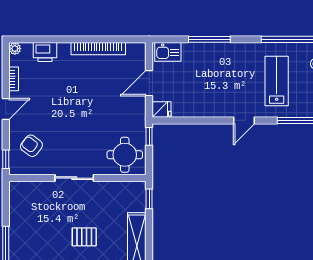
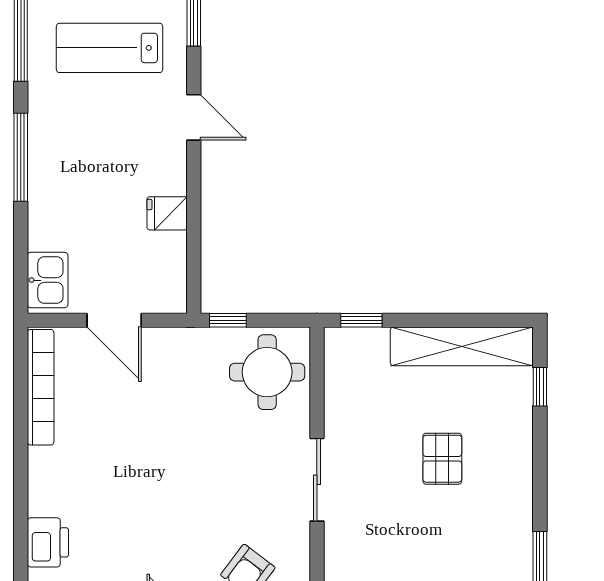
window: (209, 39) -> (21, 157), moved
bookcase: (98, 49) -> (41, 387), moved
fridge: (162, 109) -> (167, 213), moved, turned -90

